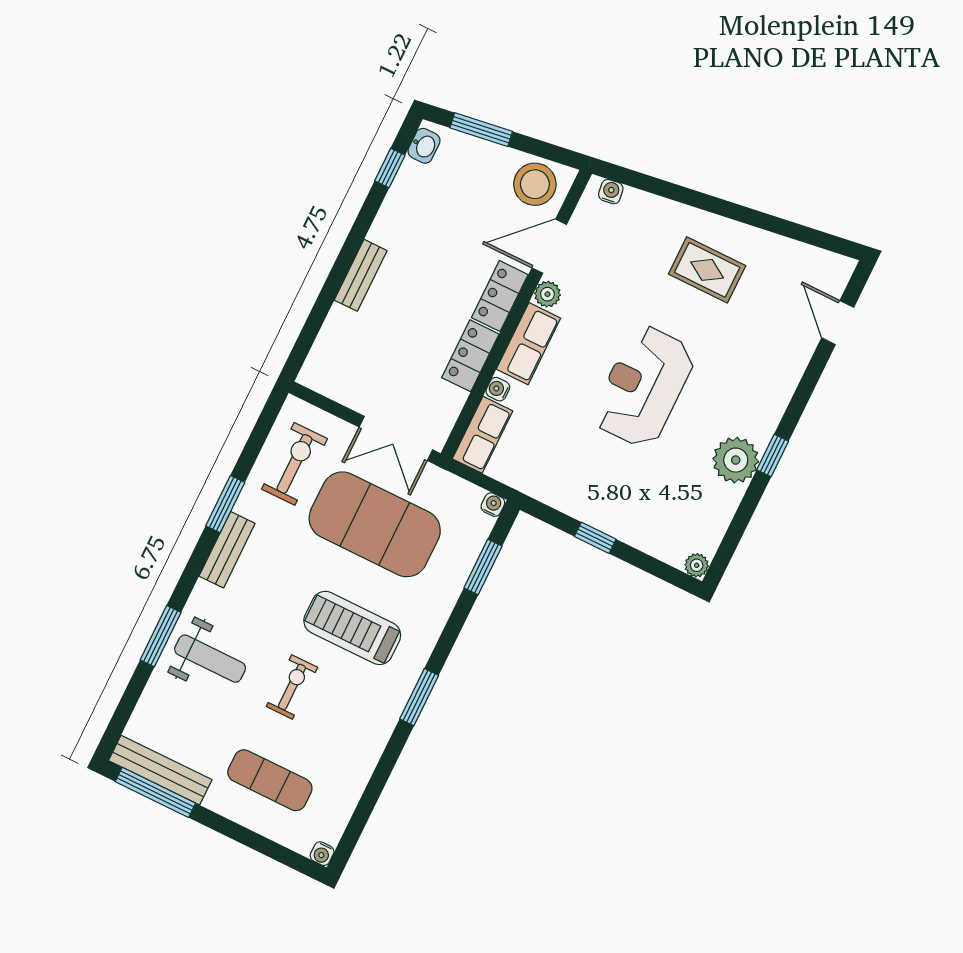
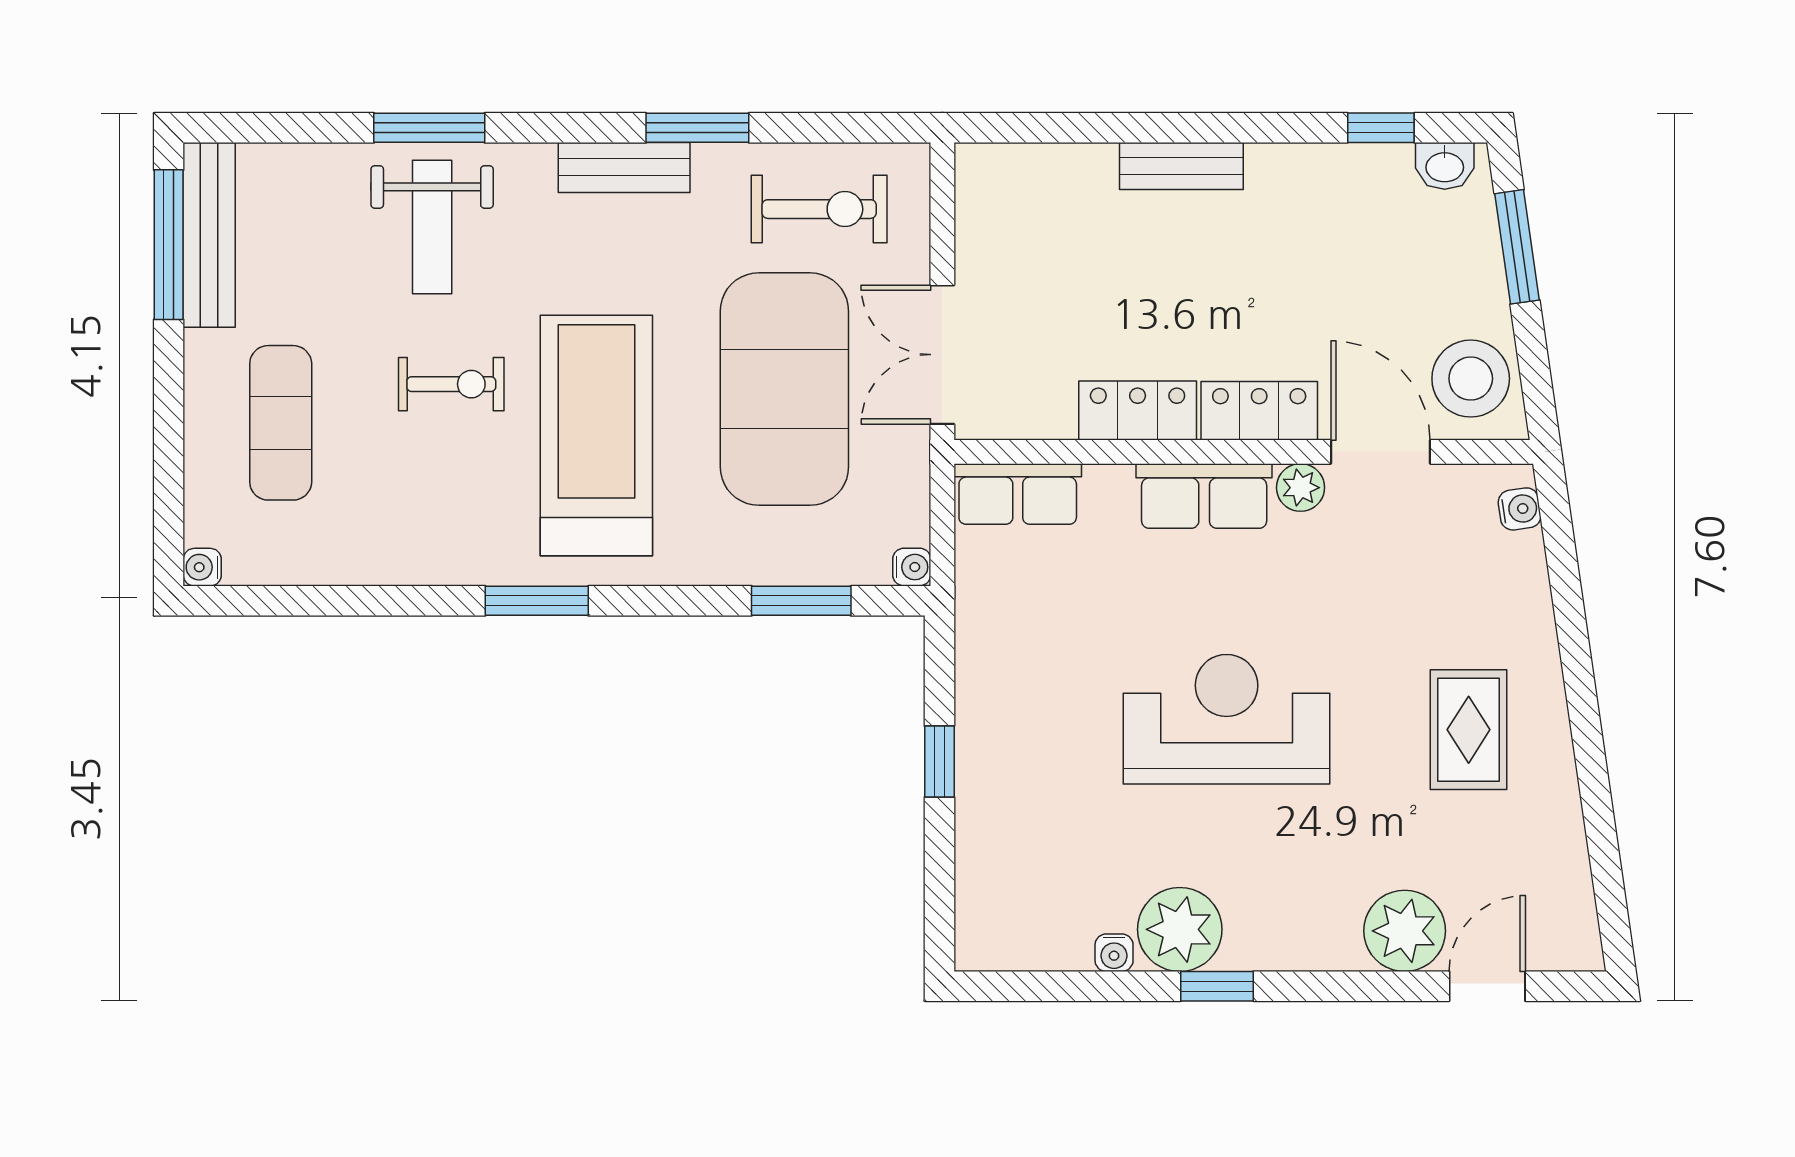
water cooler: (498, 389) -> (1114, 953), moved, turned 180
plant: (697, 565) -> (1405, 931), moved, width x1.87, depth x1.87
treadmill: (352, 628) -> (596, 436), width x1.37, depth x1.38

